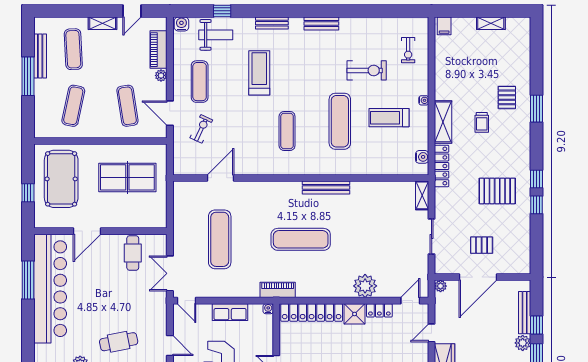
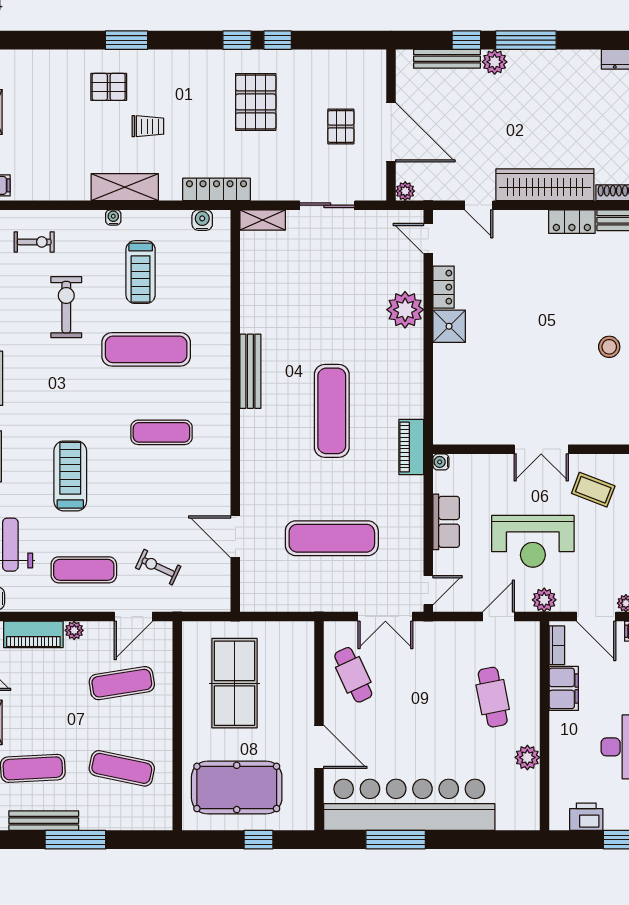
treadmill: (259, 73) -> (70, 476), turned 90
shelving: (443, 122) -> (125, 187), moved
cafe table: (133, 253) -> (353, 675), turned 65
locker: (312, 313) -> (447, 394), removed

